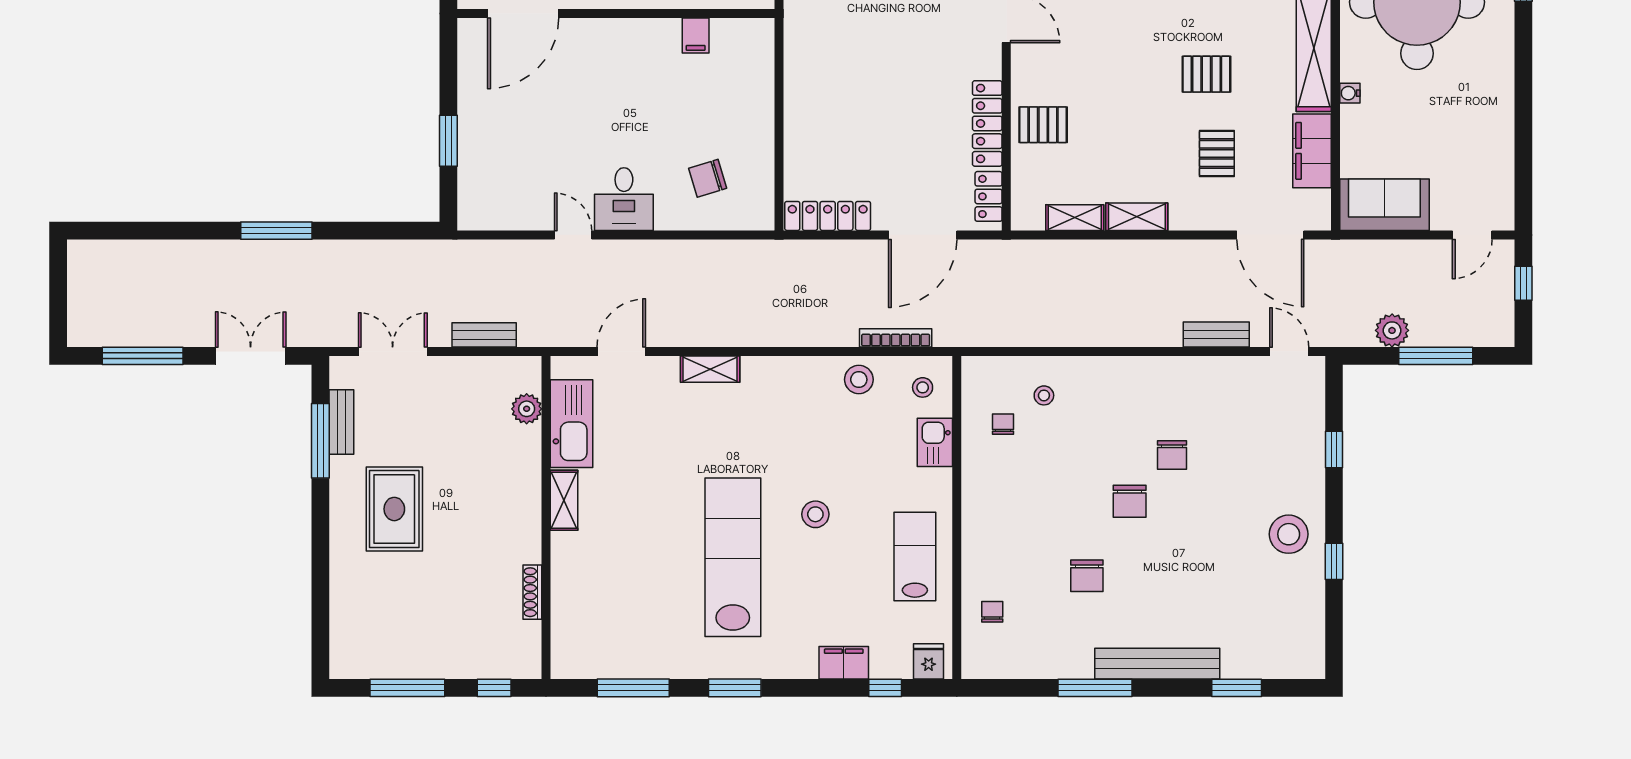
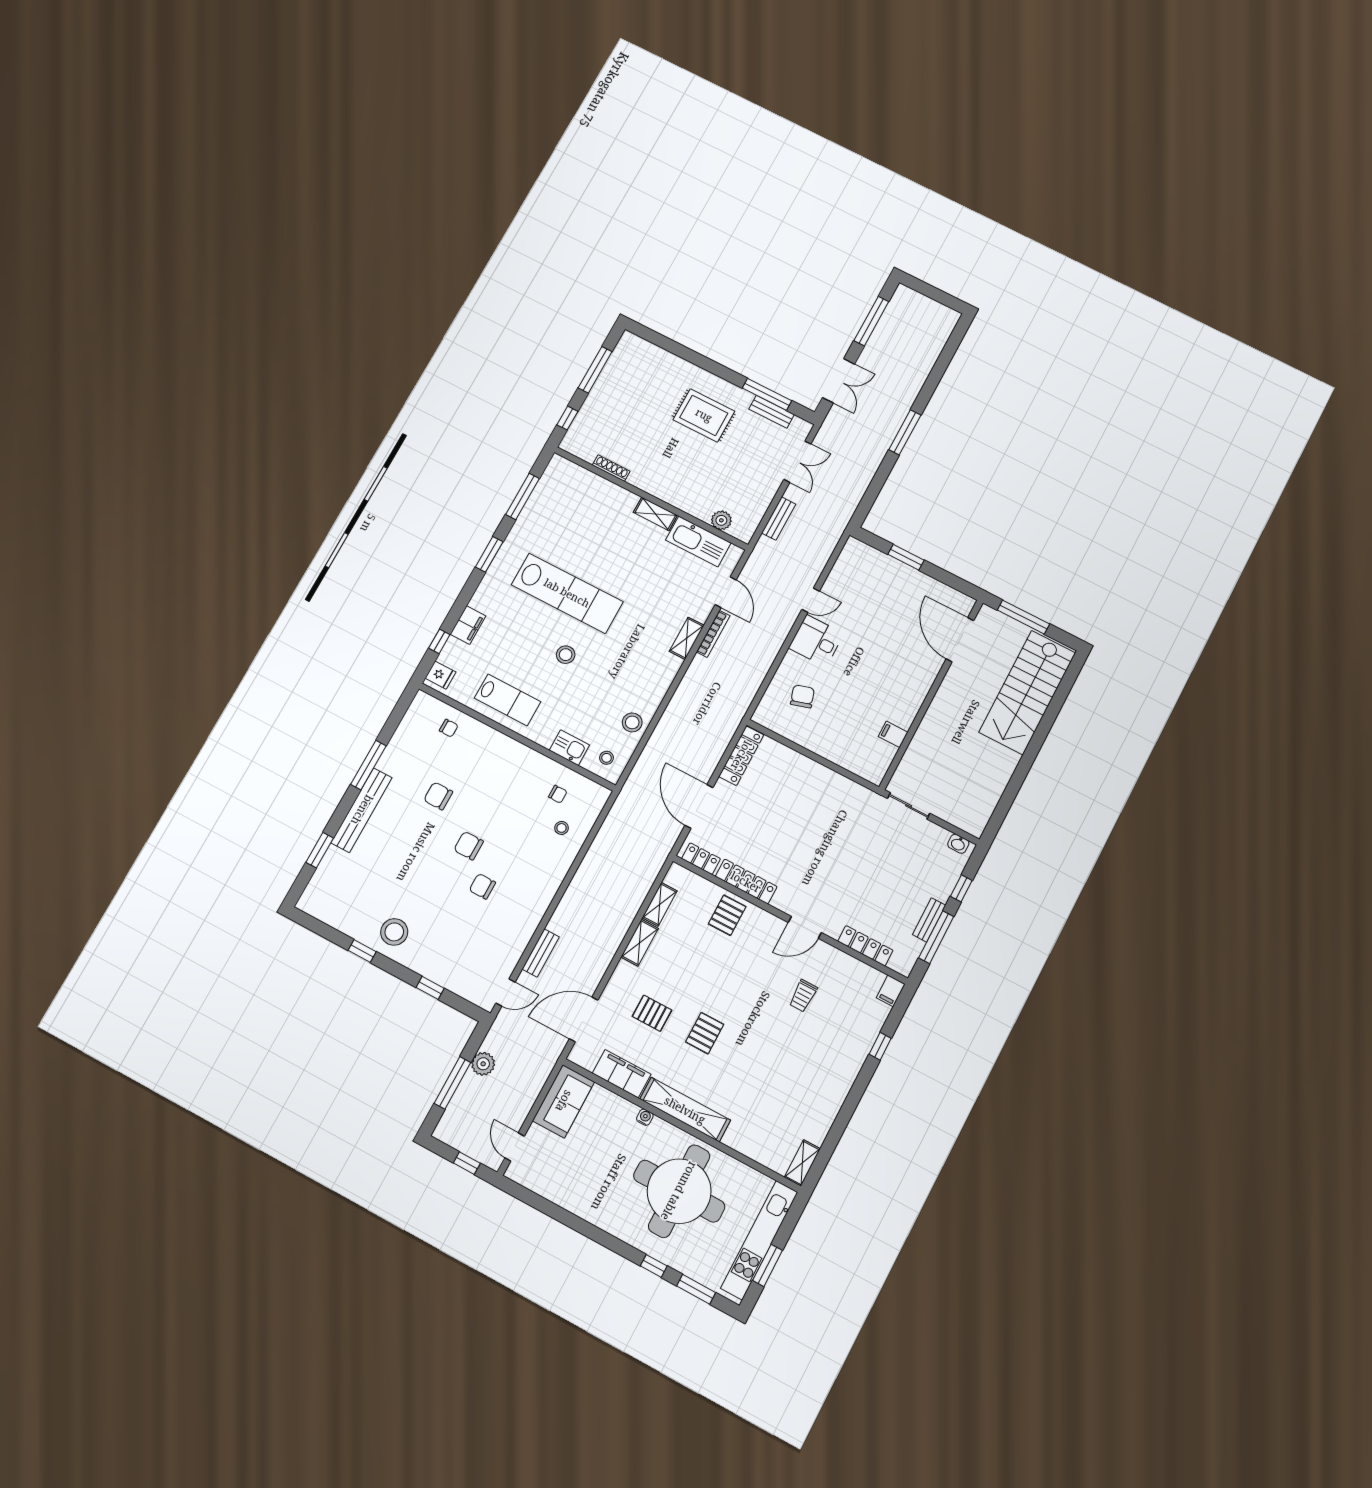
bookcase: (896, 338) -> (713, 634), moved

